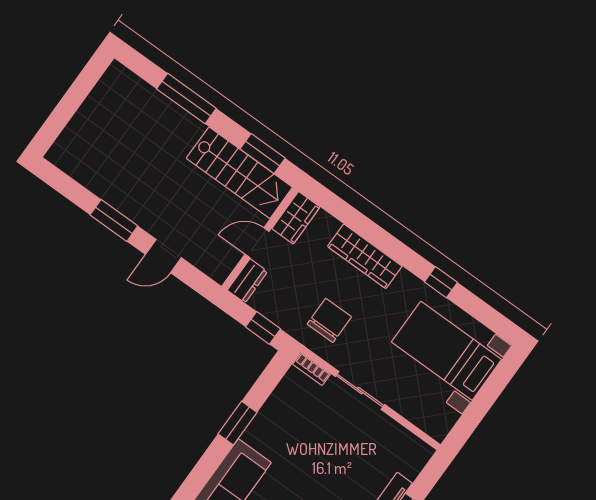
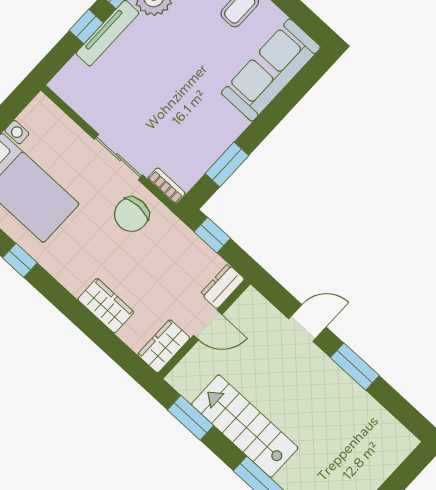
stairs: (239, 173) -> (245, 426), moved
wardrobe: (365, 256) -> (106, 306), width x0.67
chair: (329, 320) -> (132, 214), moved
window: (237, 423) -> (227, 164), moved

